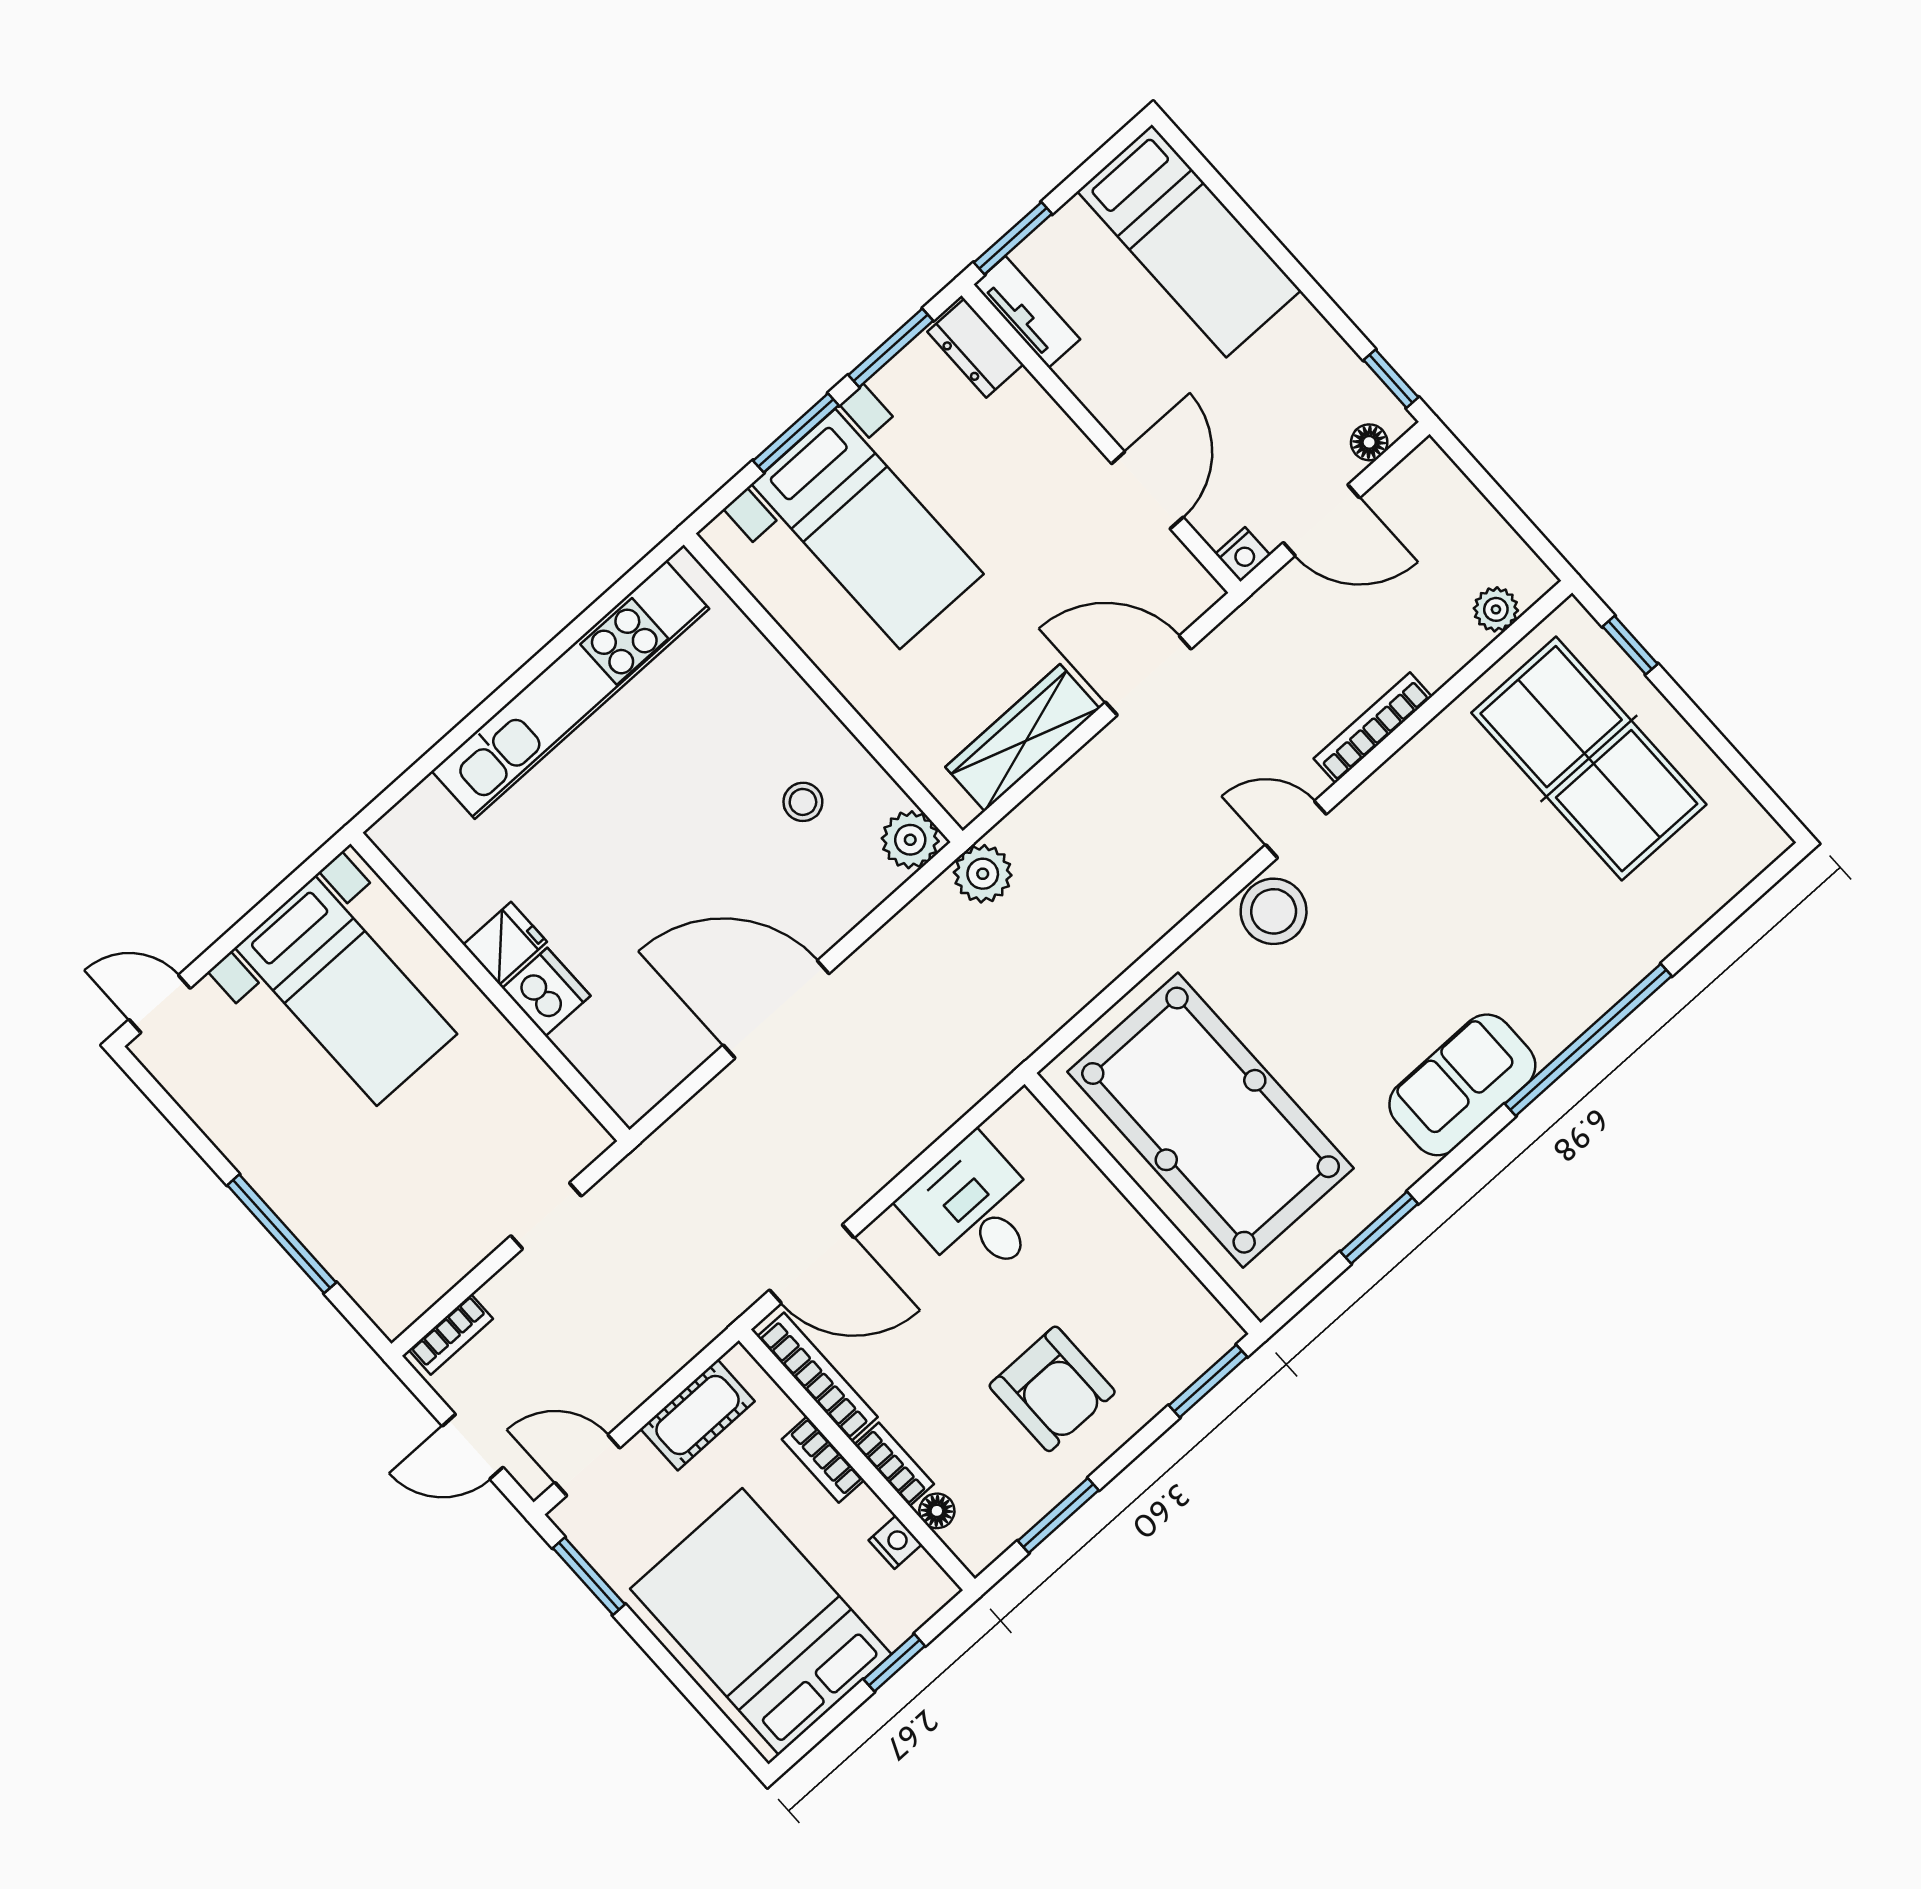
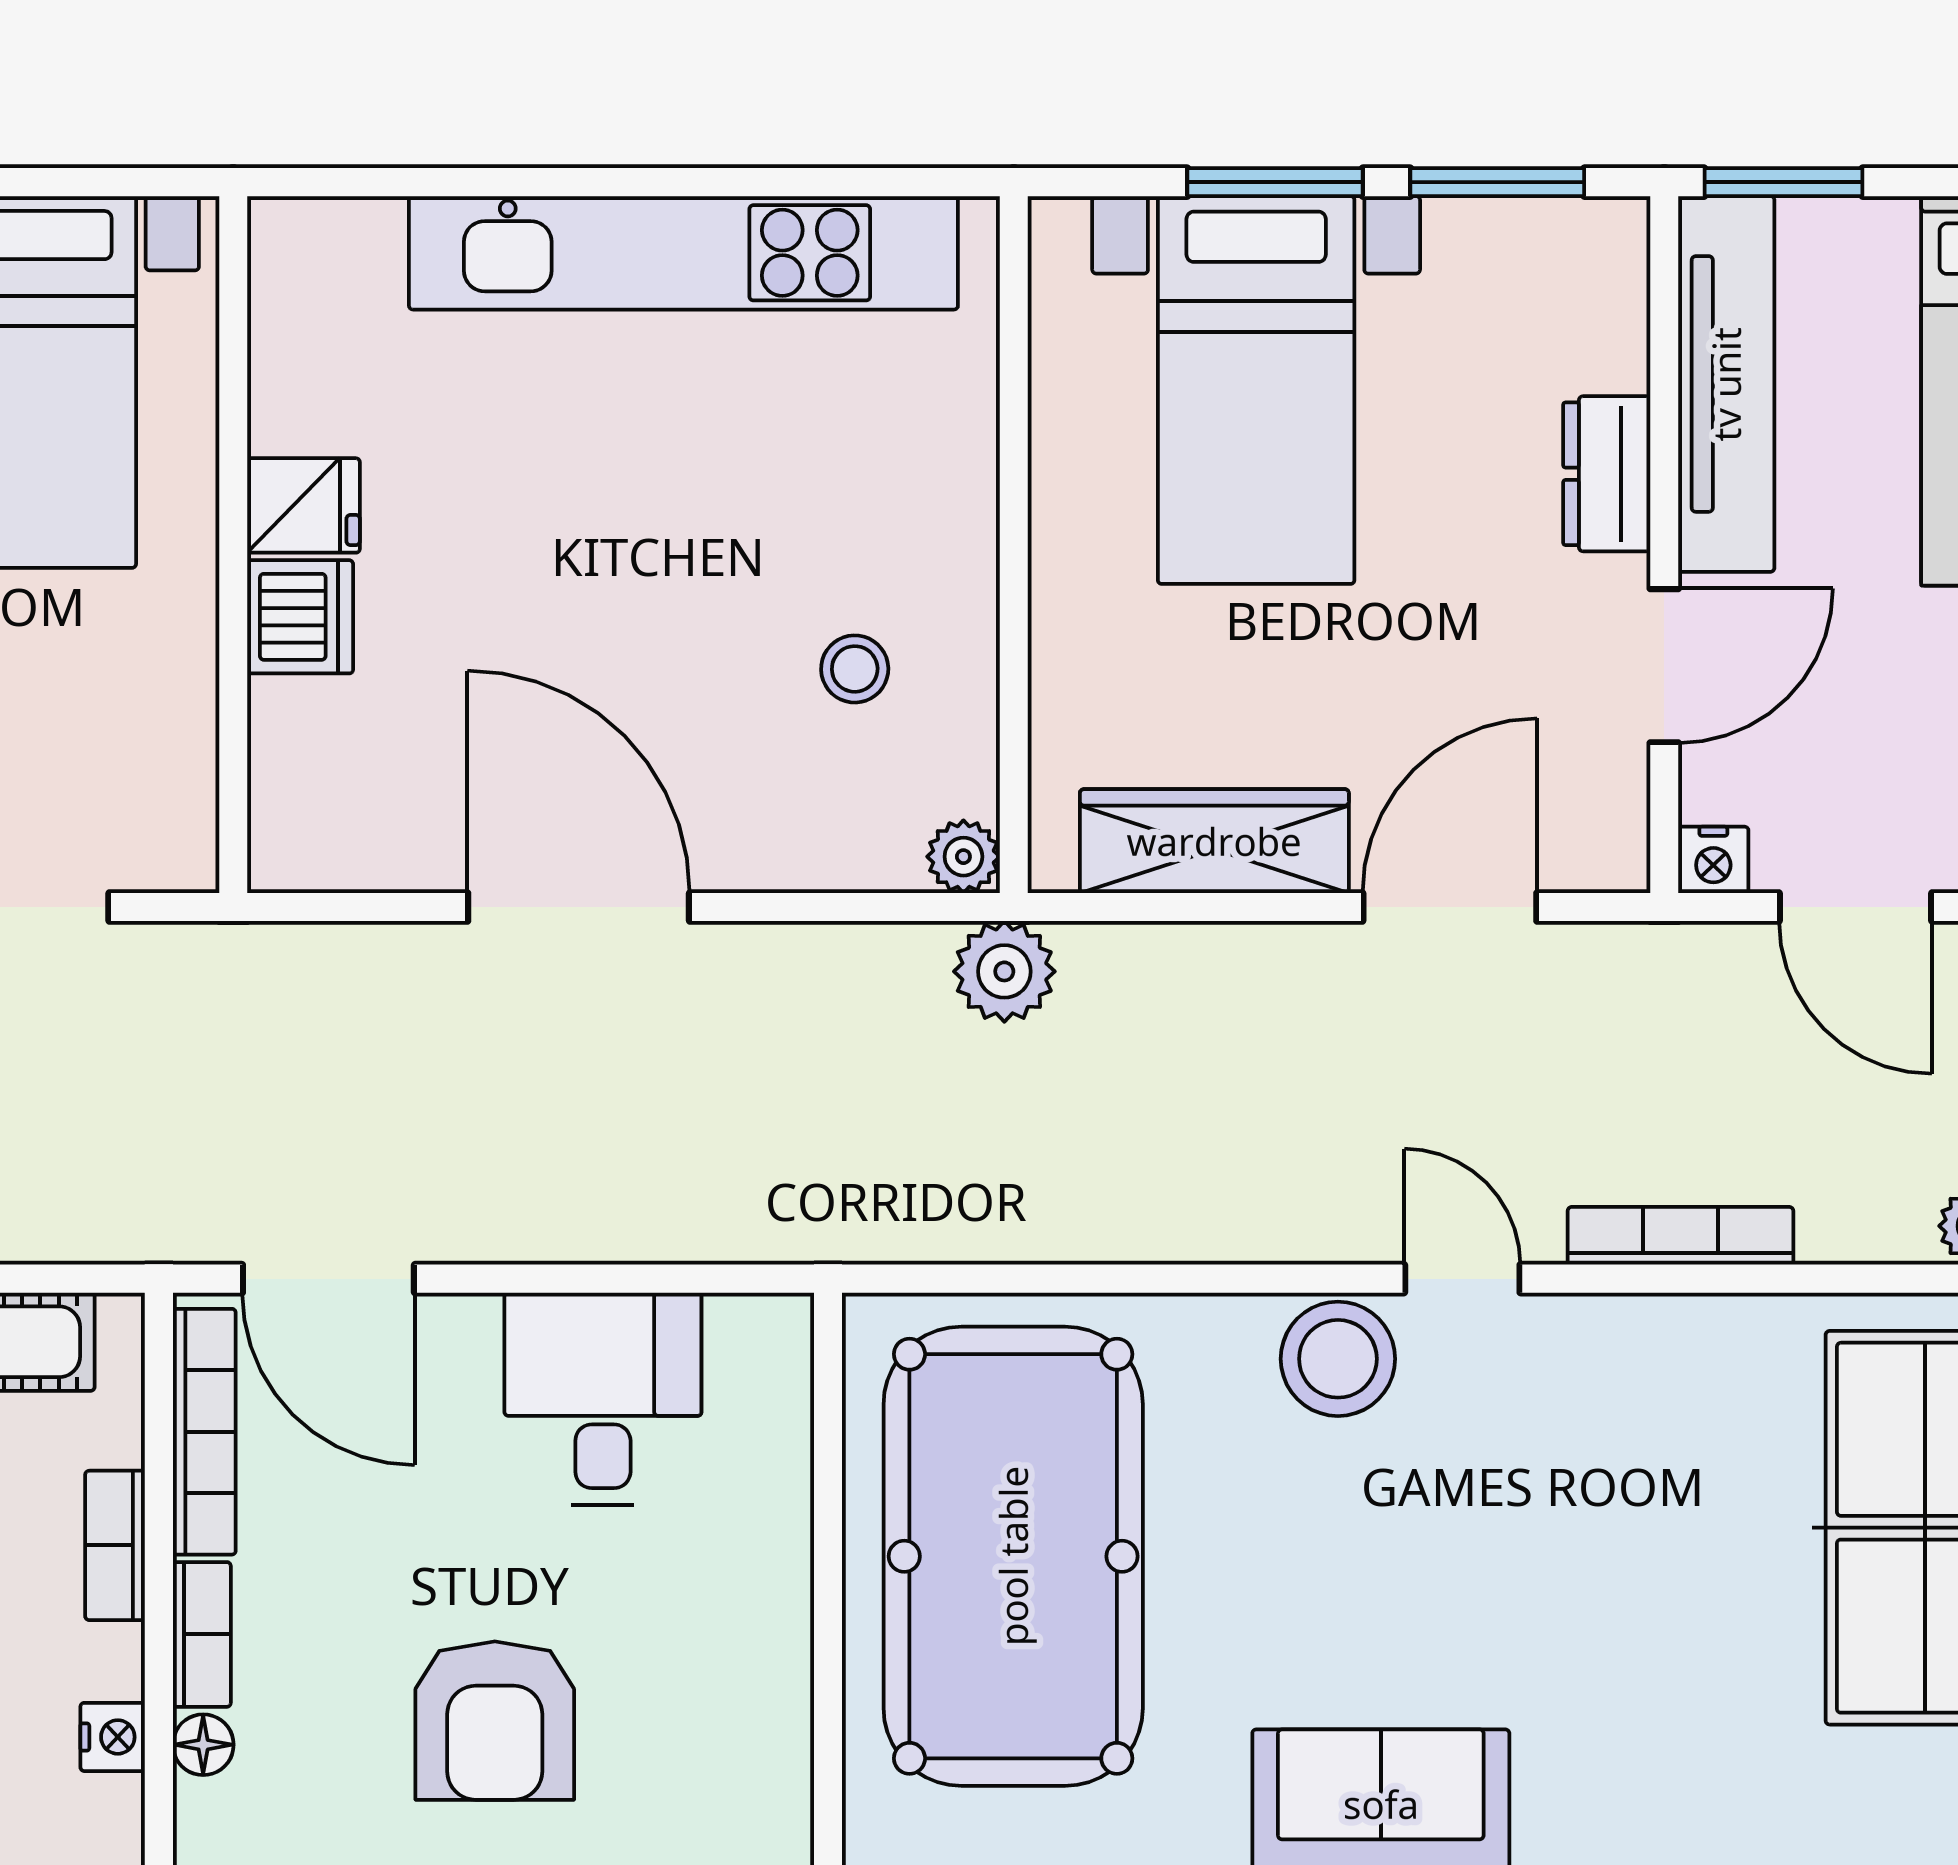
tv unit: (1027, 312) -> (1726, 384), width x1.92, depth x1.29
dresser: (975, 348) -> (1607, 474), moved
door: (1148, 676) -> (1450, 907), hinge flipped
plant: (910, 840) -> (963, 857), width x0.73, depth x0.73

